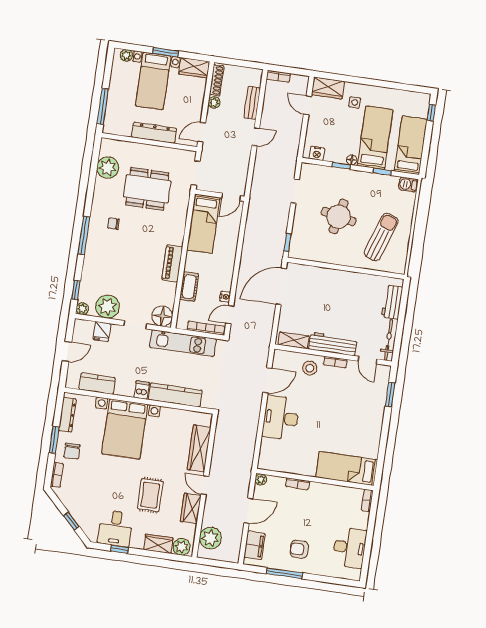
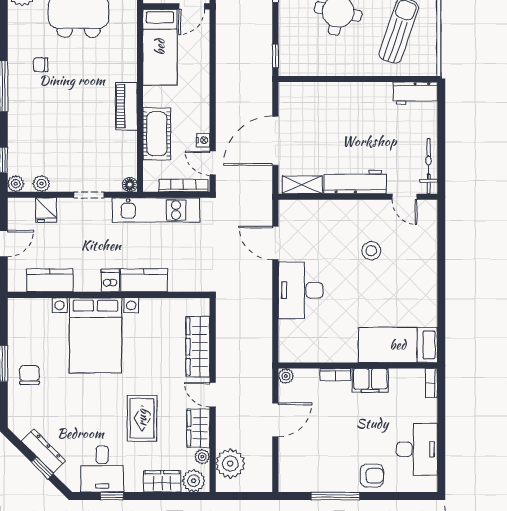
door: (281, 286) -> (275, 141), moved
cot: (189, 287) -> (157, 134), width x1.37, depth x1.34
workbench: (392, 302) -> (415, 93), moved, turned -90
plant: (107, 307) -> (41, 184), width x0.53, depth x0.53
door: (230, 315) -> (213, 163), hinge flipped
floor lamp: (162, 316) -> (130, 185), width x0.53, depth x0.53
bookcase: (335, 362) -> (362, 206), removed
stool: (310, 368) -> (371, 251), moved
door: (267, 380) -> (275, 243), swing flipped
window: (390, 394) -> (441, 238), removed
kitchen counter: (175, 395) -> (144, 280), width x0.67
dresser: (67, 415) -> (43, 451), moved, turned -45
chair: (72, 451) -> (29, 375), turned 180
bookcase: (57, 475) -> (14, 410), removed
plant: (190, 530) -> (202, 457), added
filing cabinet: (255, 545) -> (370, 380), moved, turned 90
armchair: (299, 549) -> (372, 476), moved, turned 180

